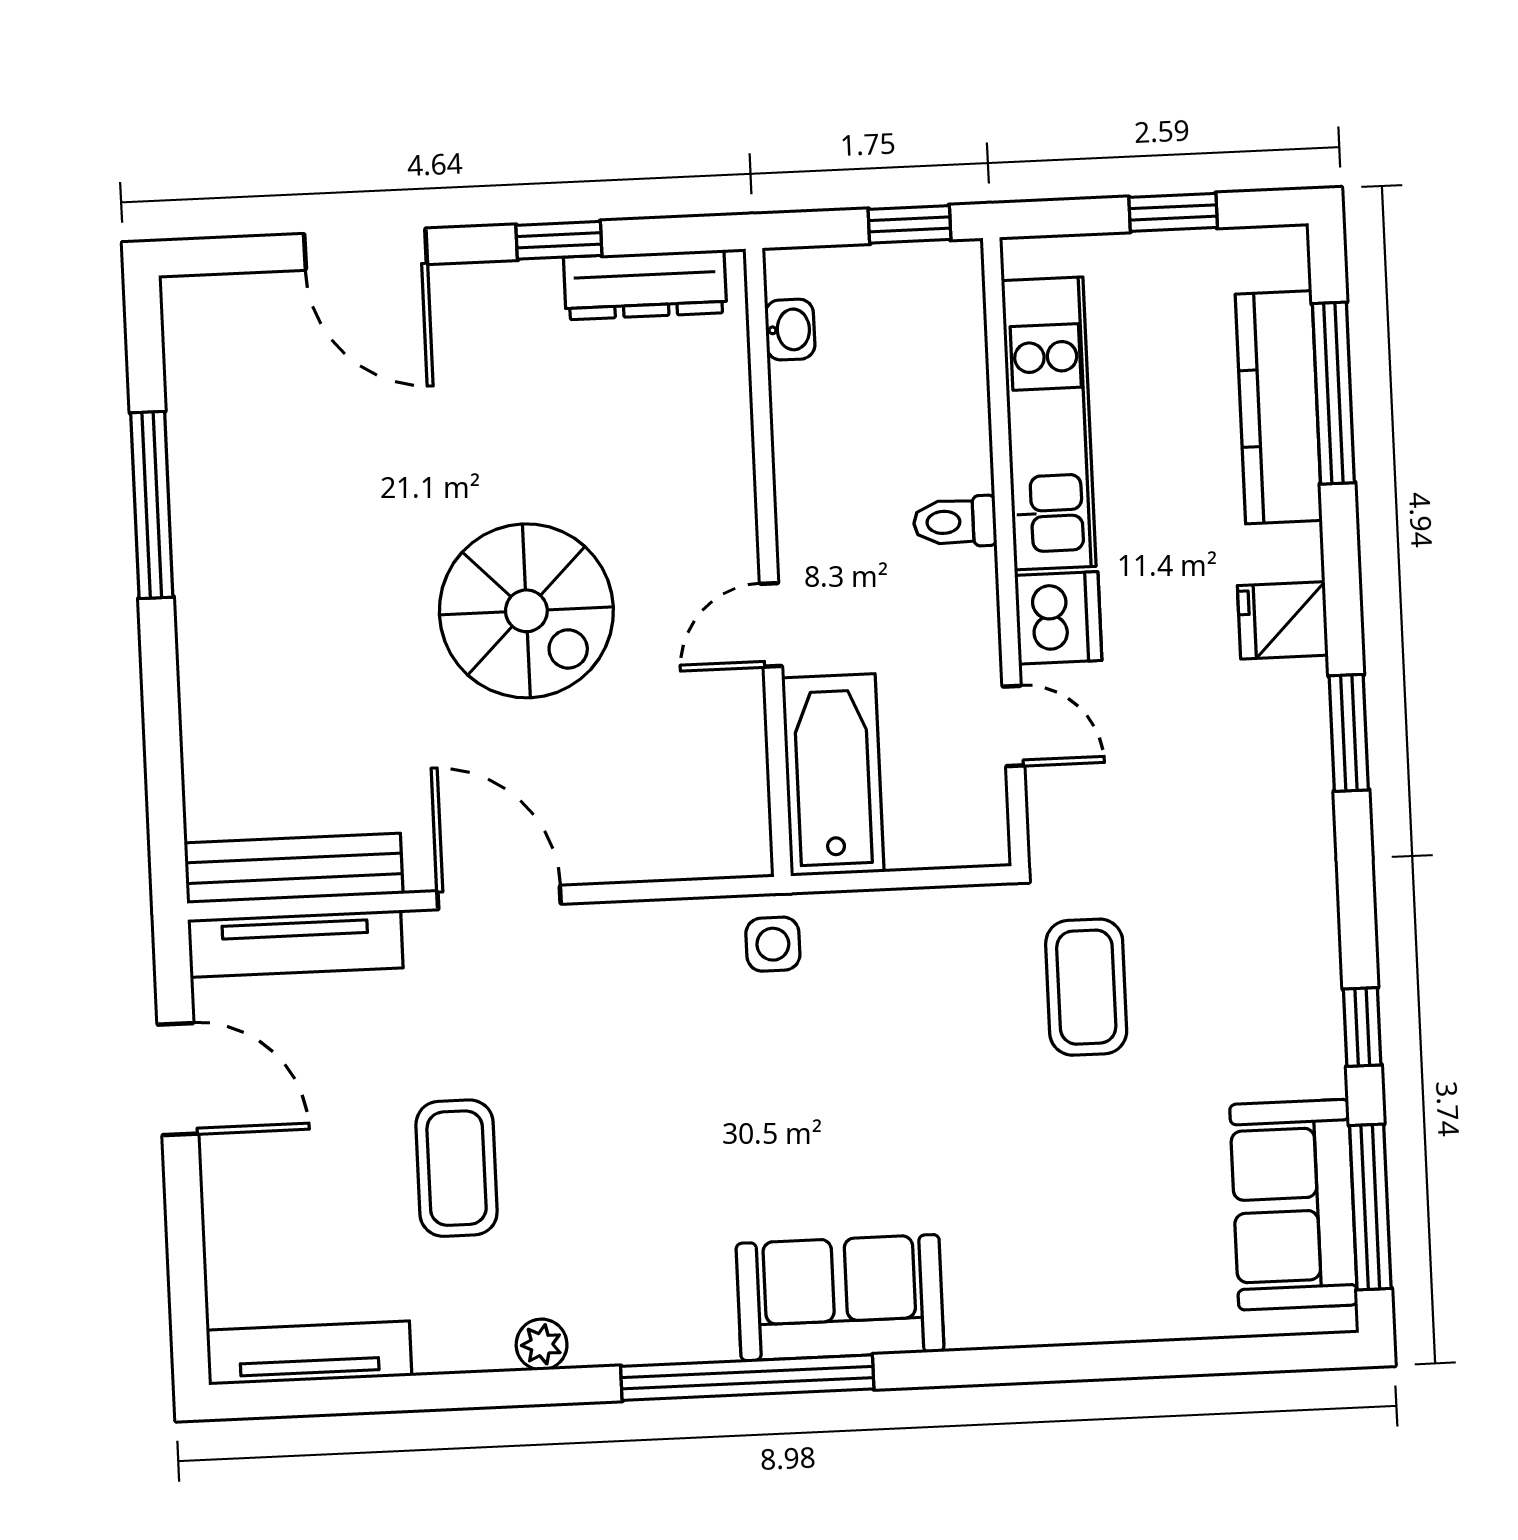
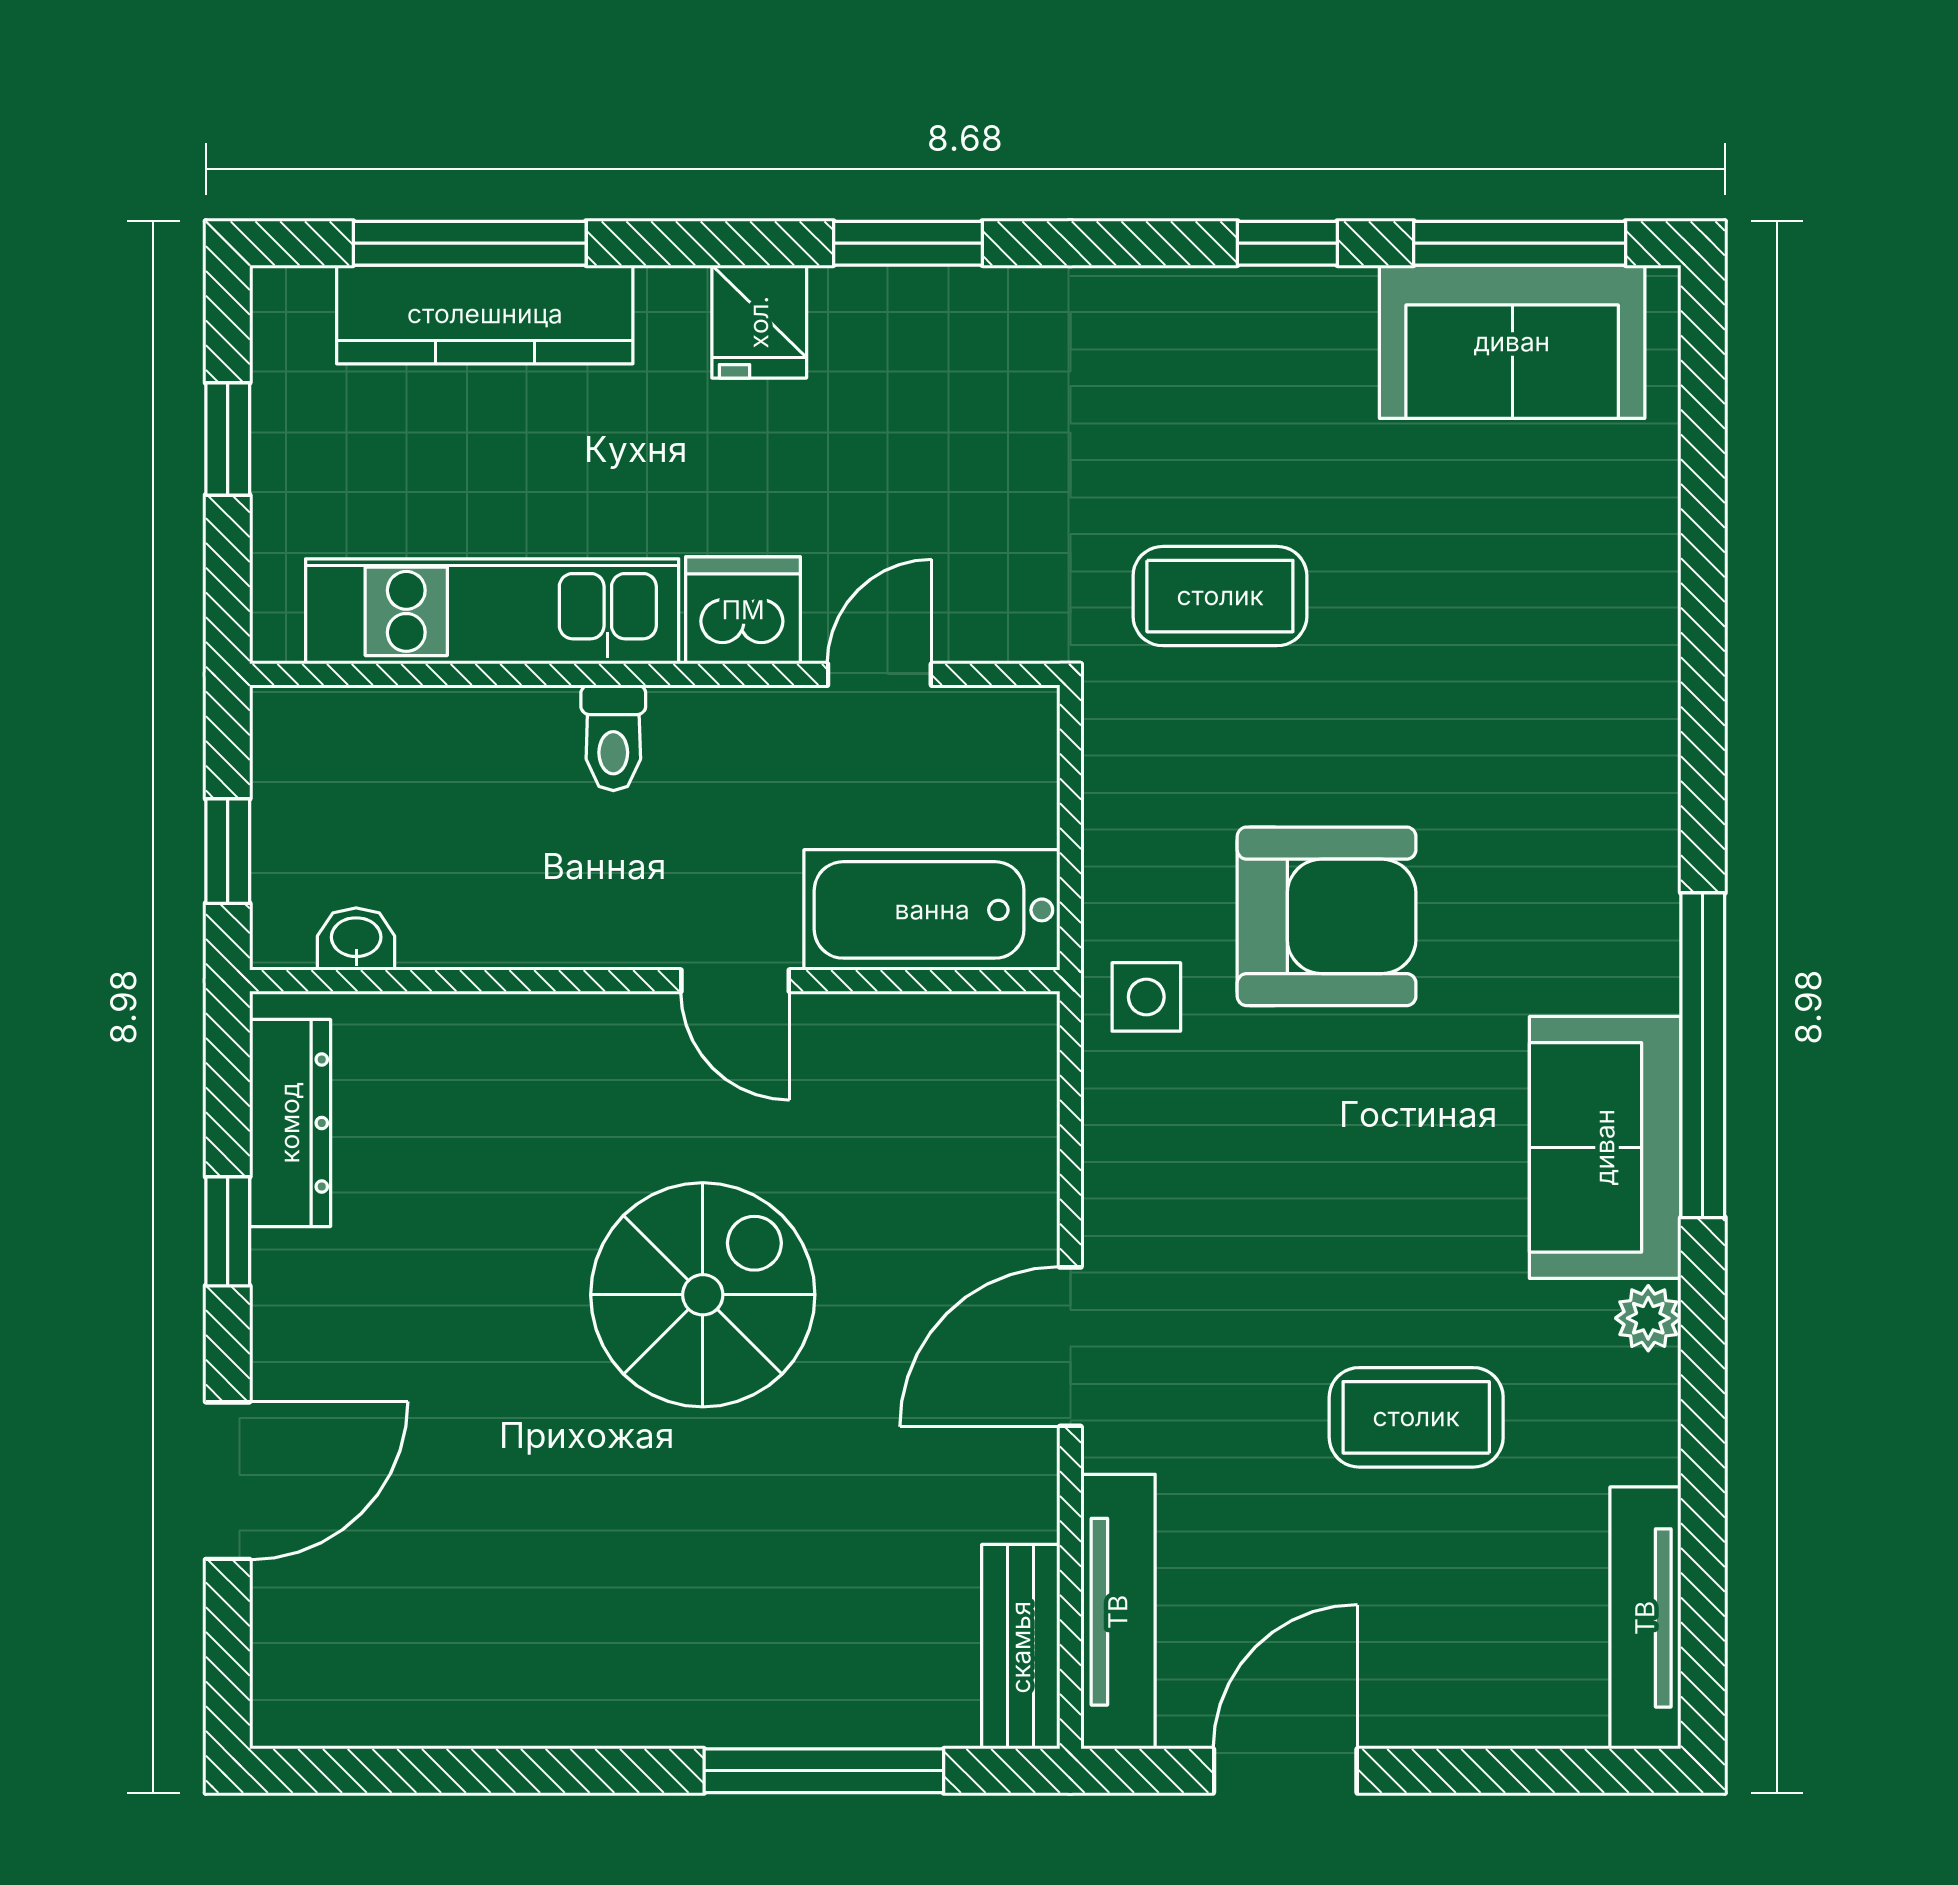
window: (909, 224) -> (228, 851), moved
window: (152, 505) -> (824, 1771), moved
bench: (294, 868) -> (1021, 1647), width x0.73
armchair: (842, 1081) -> (1327, 916), added
sofa: (840, 1298) -> (1605, 1147), moved

